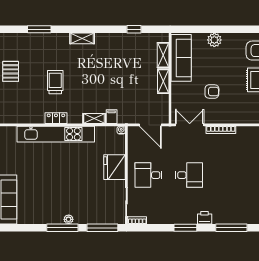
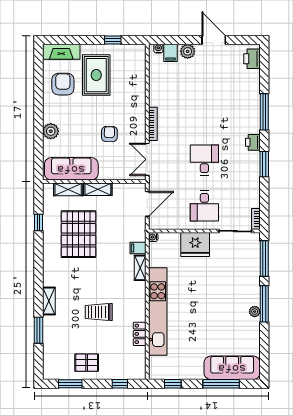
shelving: (82, 38) -> (49, 301), moved
pallet: (124, 64) -> (79, 234), added
locker: (56, 118) -> (140, 334), moved
plant: (69, 219) -> (255, 312), moved

